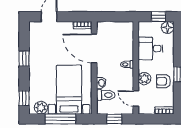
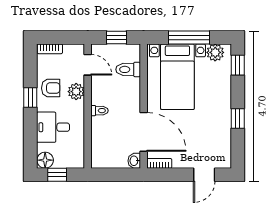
desk: (150, 48) -> (53, 127), moved, turned 180
washbasin: (101, 83) -> (134, 161), moved

